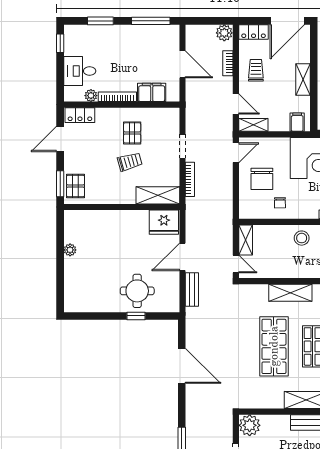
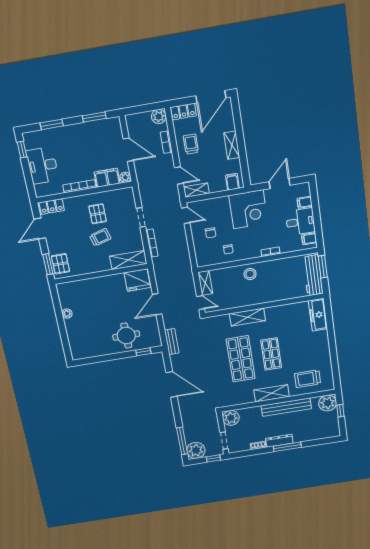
window: (151, 21) -> (94, 117), width x0.69
desk: (80, 71) -> (43, 165), width x1.37
plant: (91, 96) -> (125, 177), moved
door: (236, 153) -> (186, 215), hinge flipped
chair: (262, 179) -> (211, 233), width x0.54, depth x0.54
bench: (192, 289) -> (172, 342), moved
window: (136, 316) -> (143, 352), moved

